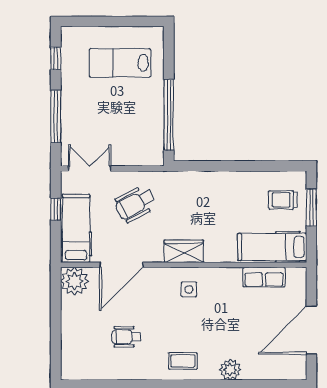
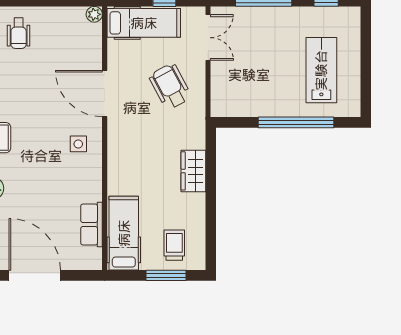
window: (169, 115) -> (296, 122), moved
wardrobe: (184, 251) -> (193, 171), moved, turned 180
door: (121, 265) -> (105, 94), moved
plant: (74, 281) -> (94, 14), width x0.53, depth x0.53
wheelchair: (126, 337) -> (19, 33), moved, turned 180

